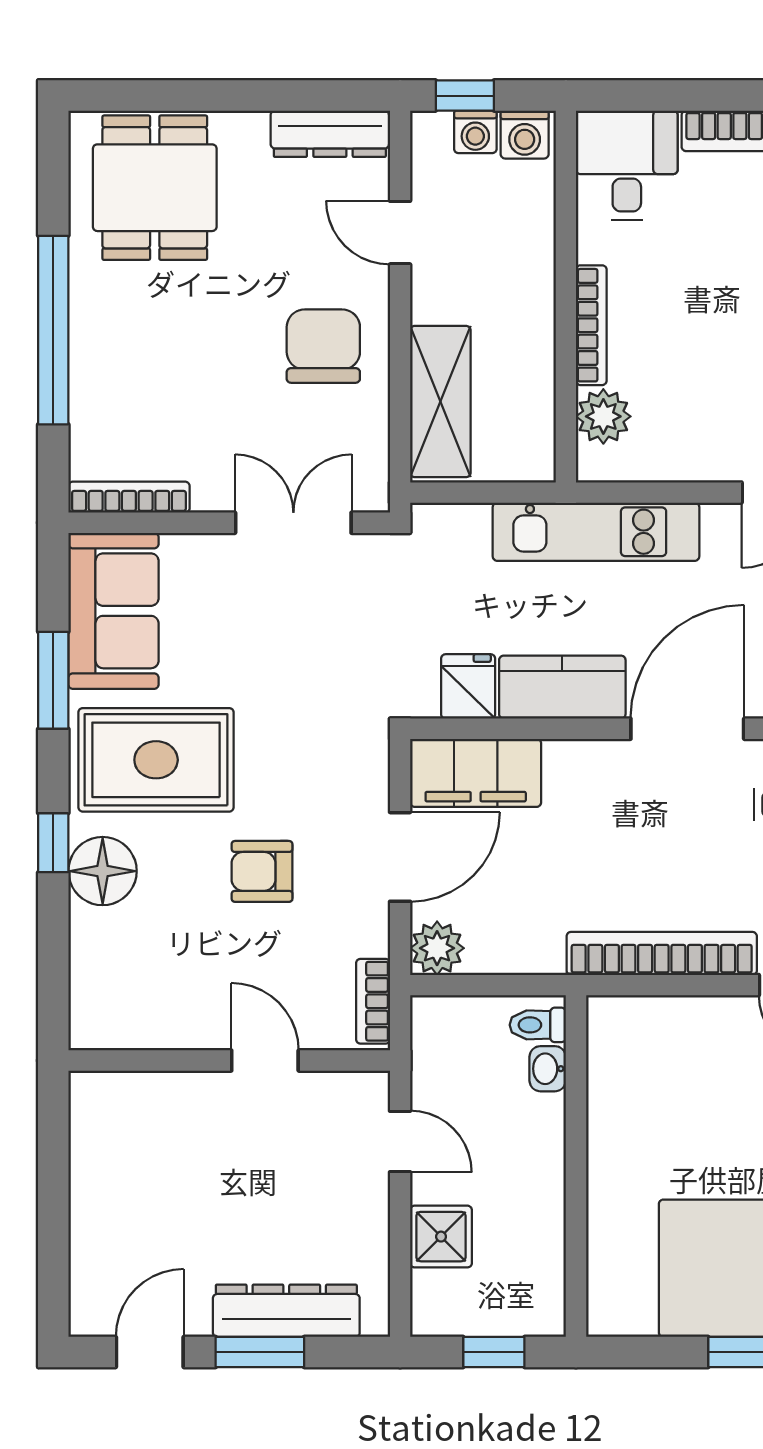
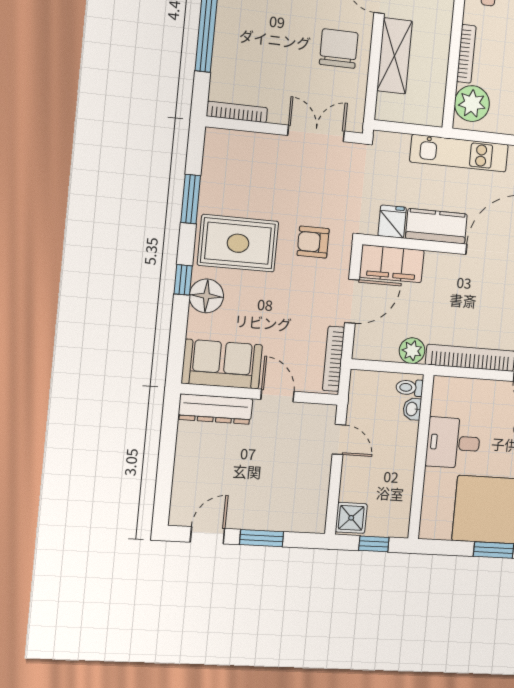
shelving: (440, 402) -> (395, 56), moved
plant: (603, 416) -> (472, 104), width x1.36, depth x1.36
sofa: (113, 611) -> (222, 364), moved, turned -90
armchair: (262, 871) -> (313, 242), moved
plant: (437, 948) -> (412, 351), moved
bookcase: (373, 1001) -> (334, 359), width x1.56
desk: (642, 1133) -> (453, 443), added
shower: (441, 1237) -> (351, 518), moved
dresser: (286, 1311) -> (215, 409), moved, turned 180

